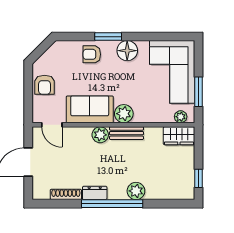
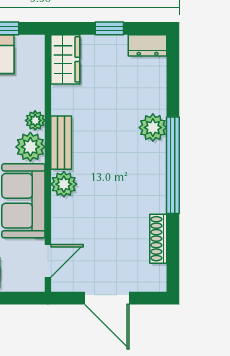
plant: (181, 117) -> (35, 120), moved
window: (199, 178) -> (109, 28), moved
dresser: (95, 193) -> (148, 45), moved, turned -90

